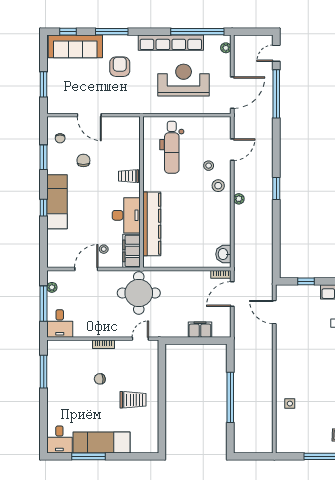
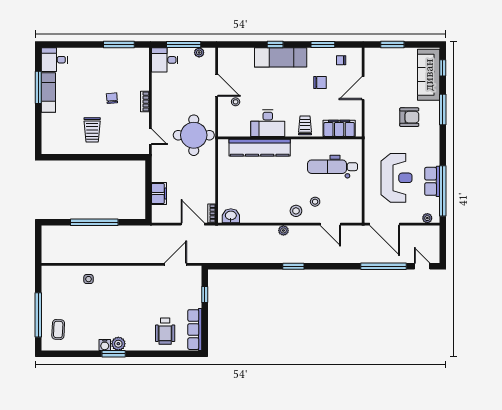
row of seats: (171, 43) -> (432, 181), width x0.50
filing cabinet: (131, 251) -> (339, 128), moved
exam couch: (101, 442) -> (48, 93), width x0.73, depth x0.69

